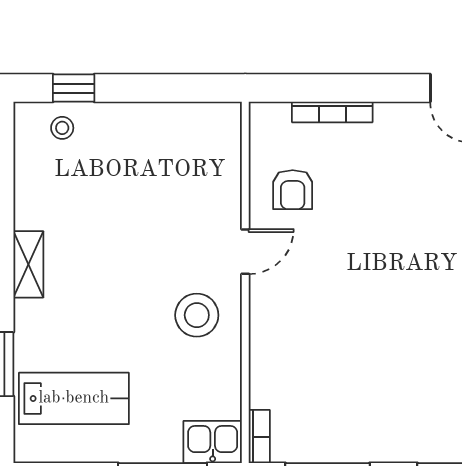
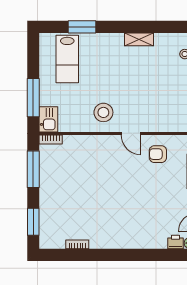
shelving: (28, 264) -> (139, 39), moved

